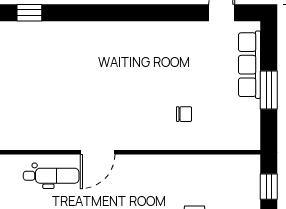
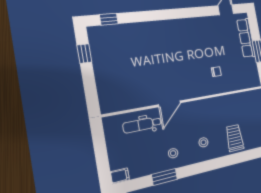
dental chair: (51, 176) -> (142, 125), turned 180

